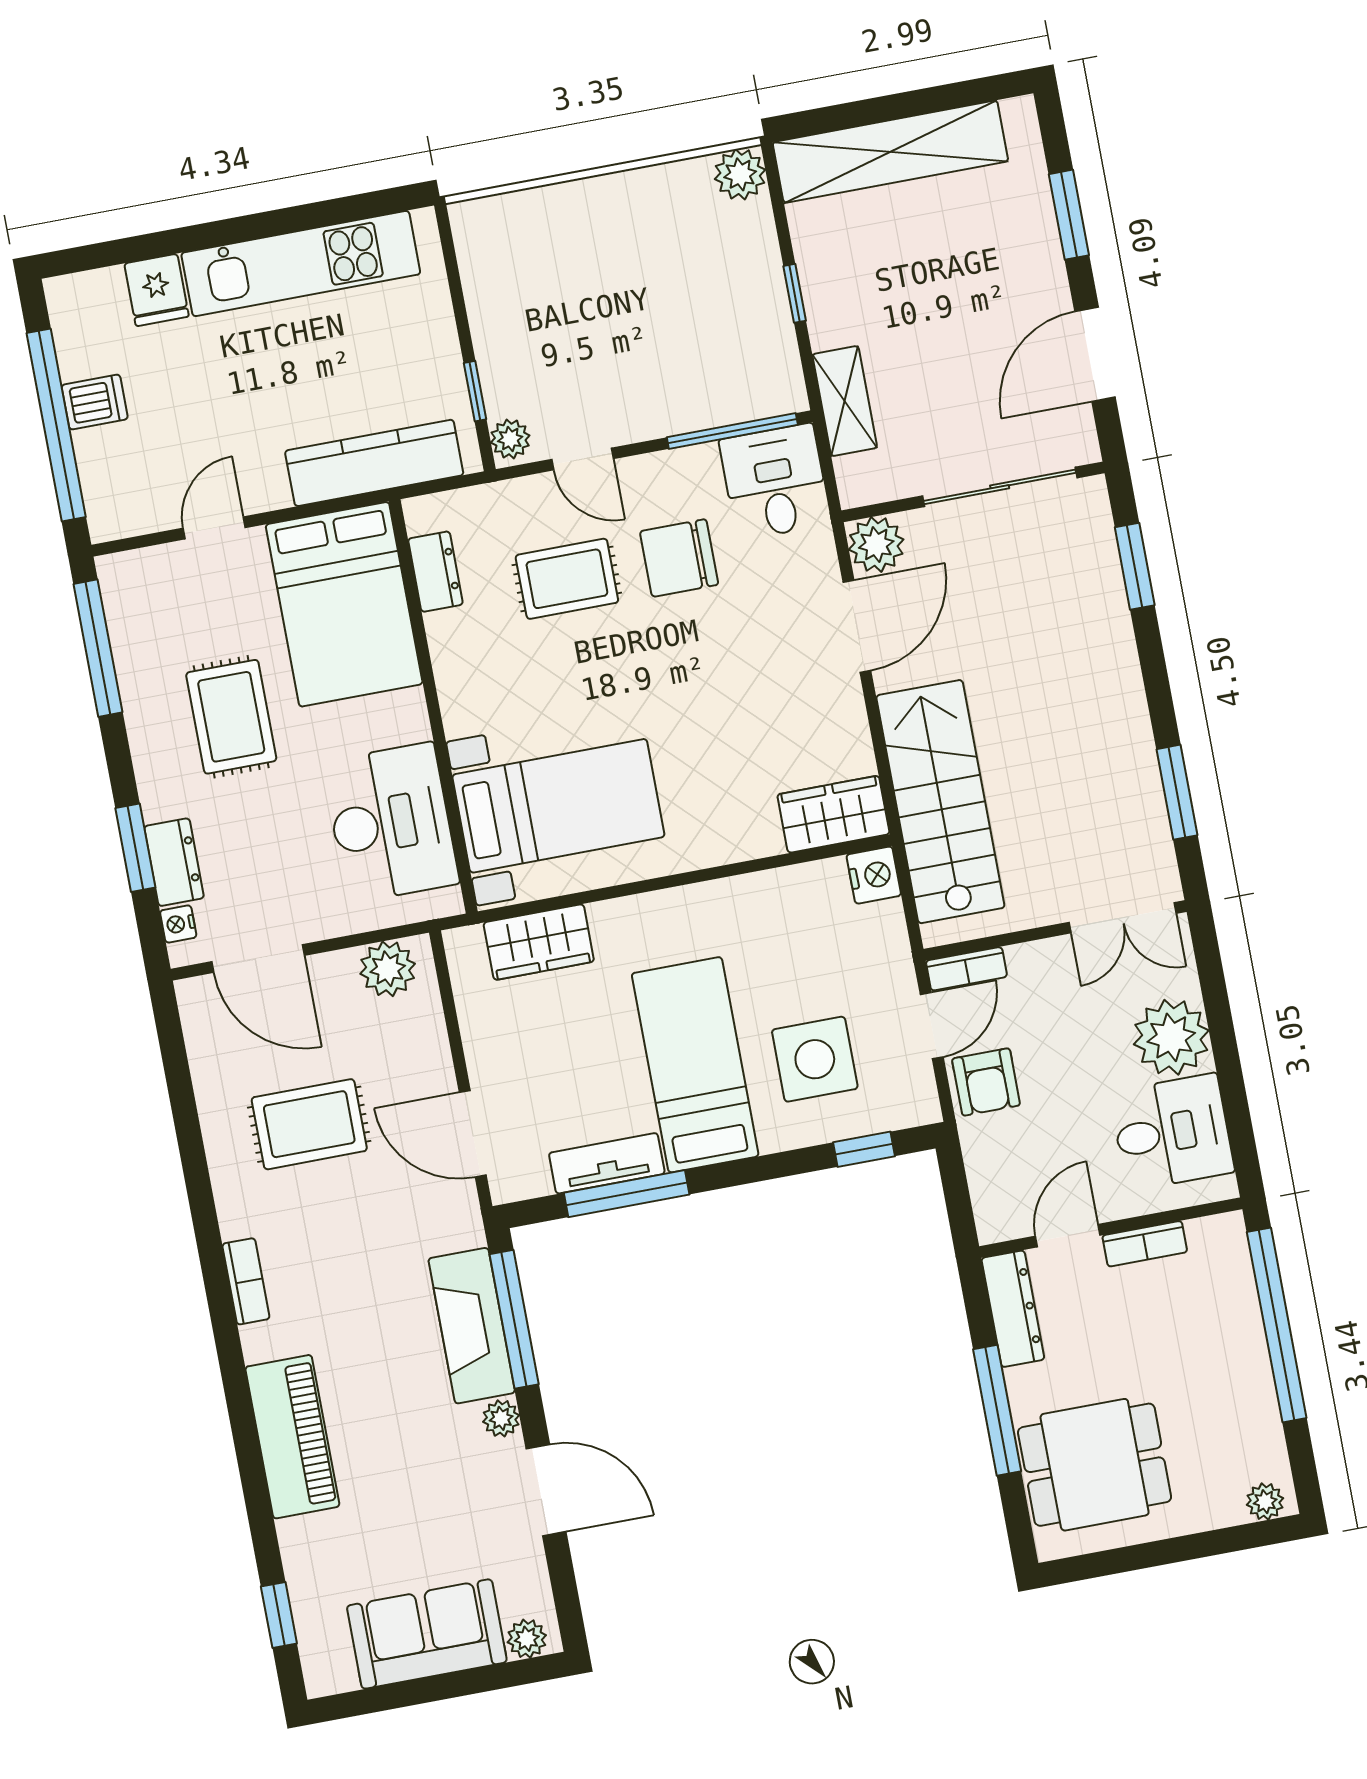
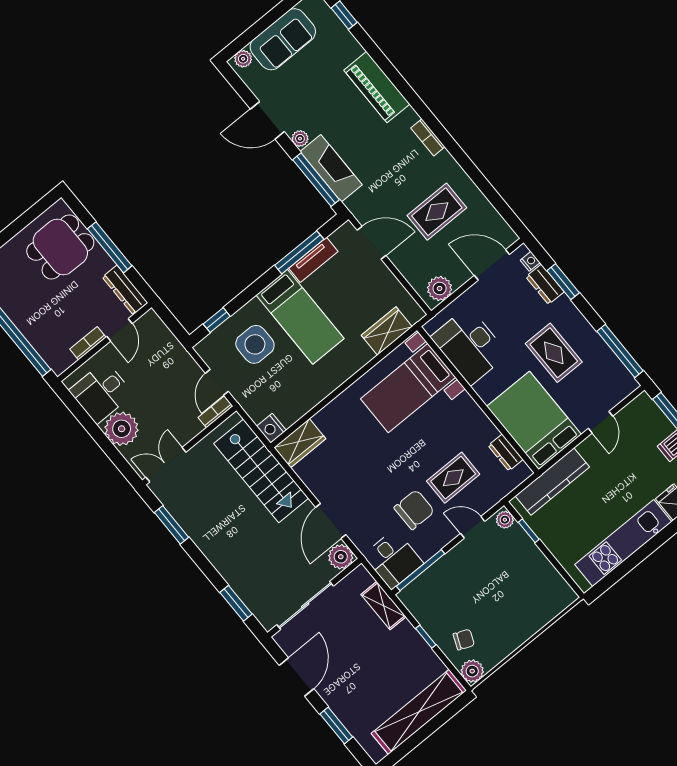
chair: (722, 246) -> (464, 640), added
armchair: (986, 1082) -> (184, 372), removed

